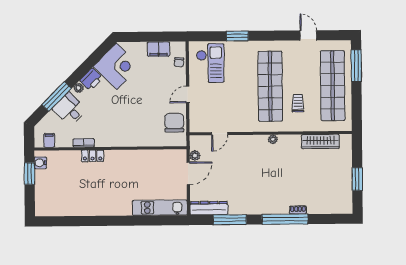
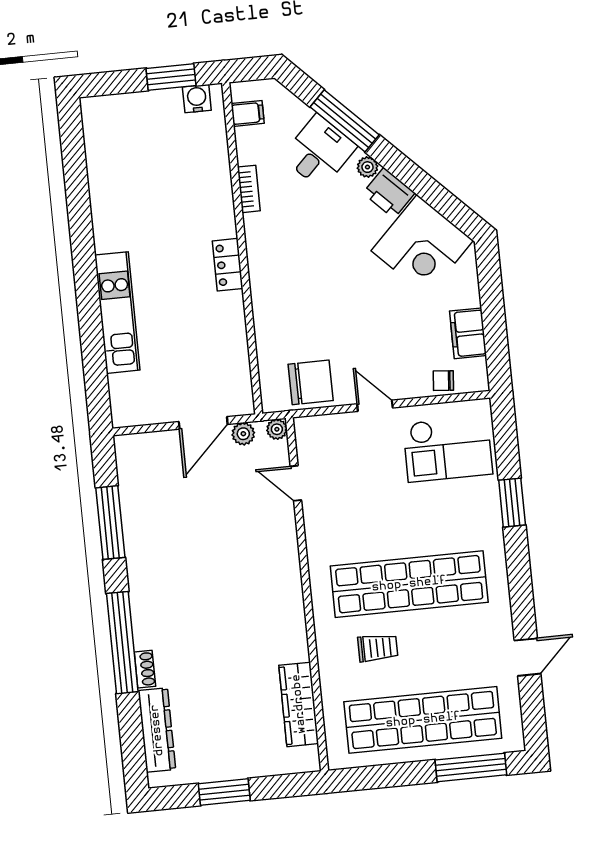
plant: (273, 139) -> (277, 429), moved
locker: (93, 156) -> (228, 265), moved
door: (188, 173) -> (203, 423), hinge flipped
kitchen unit: (160, 208) -> (117, 313), moved
dresser: (209, 208) -> (157, 730), moved

